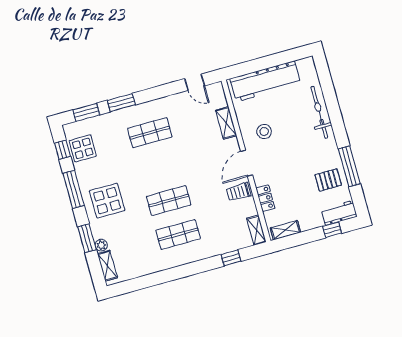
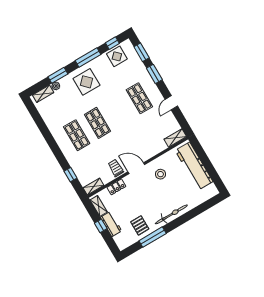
door: (195, 82) -> (171, 103), moved
bicycle: (319, 112) -> (171, 214), moved
shelving: (226, 123) -> (175, 138), moved
workbench: (339, 213) -> (111, 224), moved
window: (332, 230) -> (101, 226), moved

